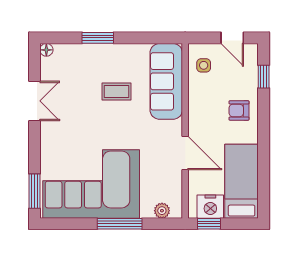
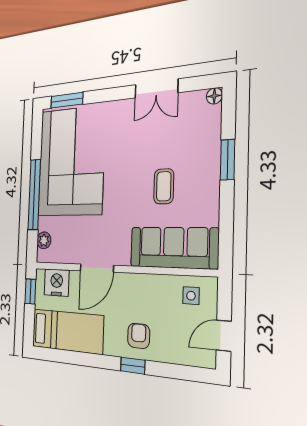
window: (264, 77) -> (133, 366), moved
nightstand: (210, 207) -> (57, 283), moved, turned 90
window: (120, 224) -> (34, 195), width x1.46

